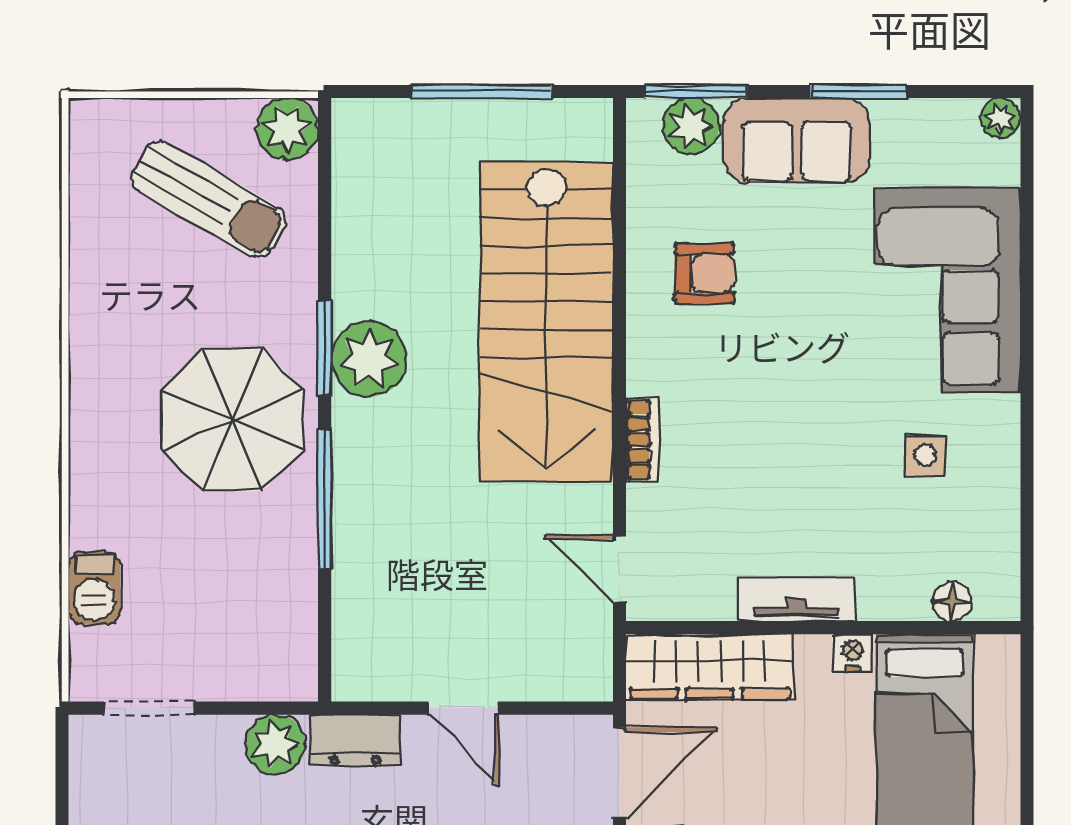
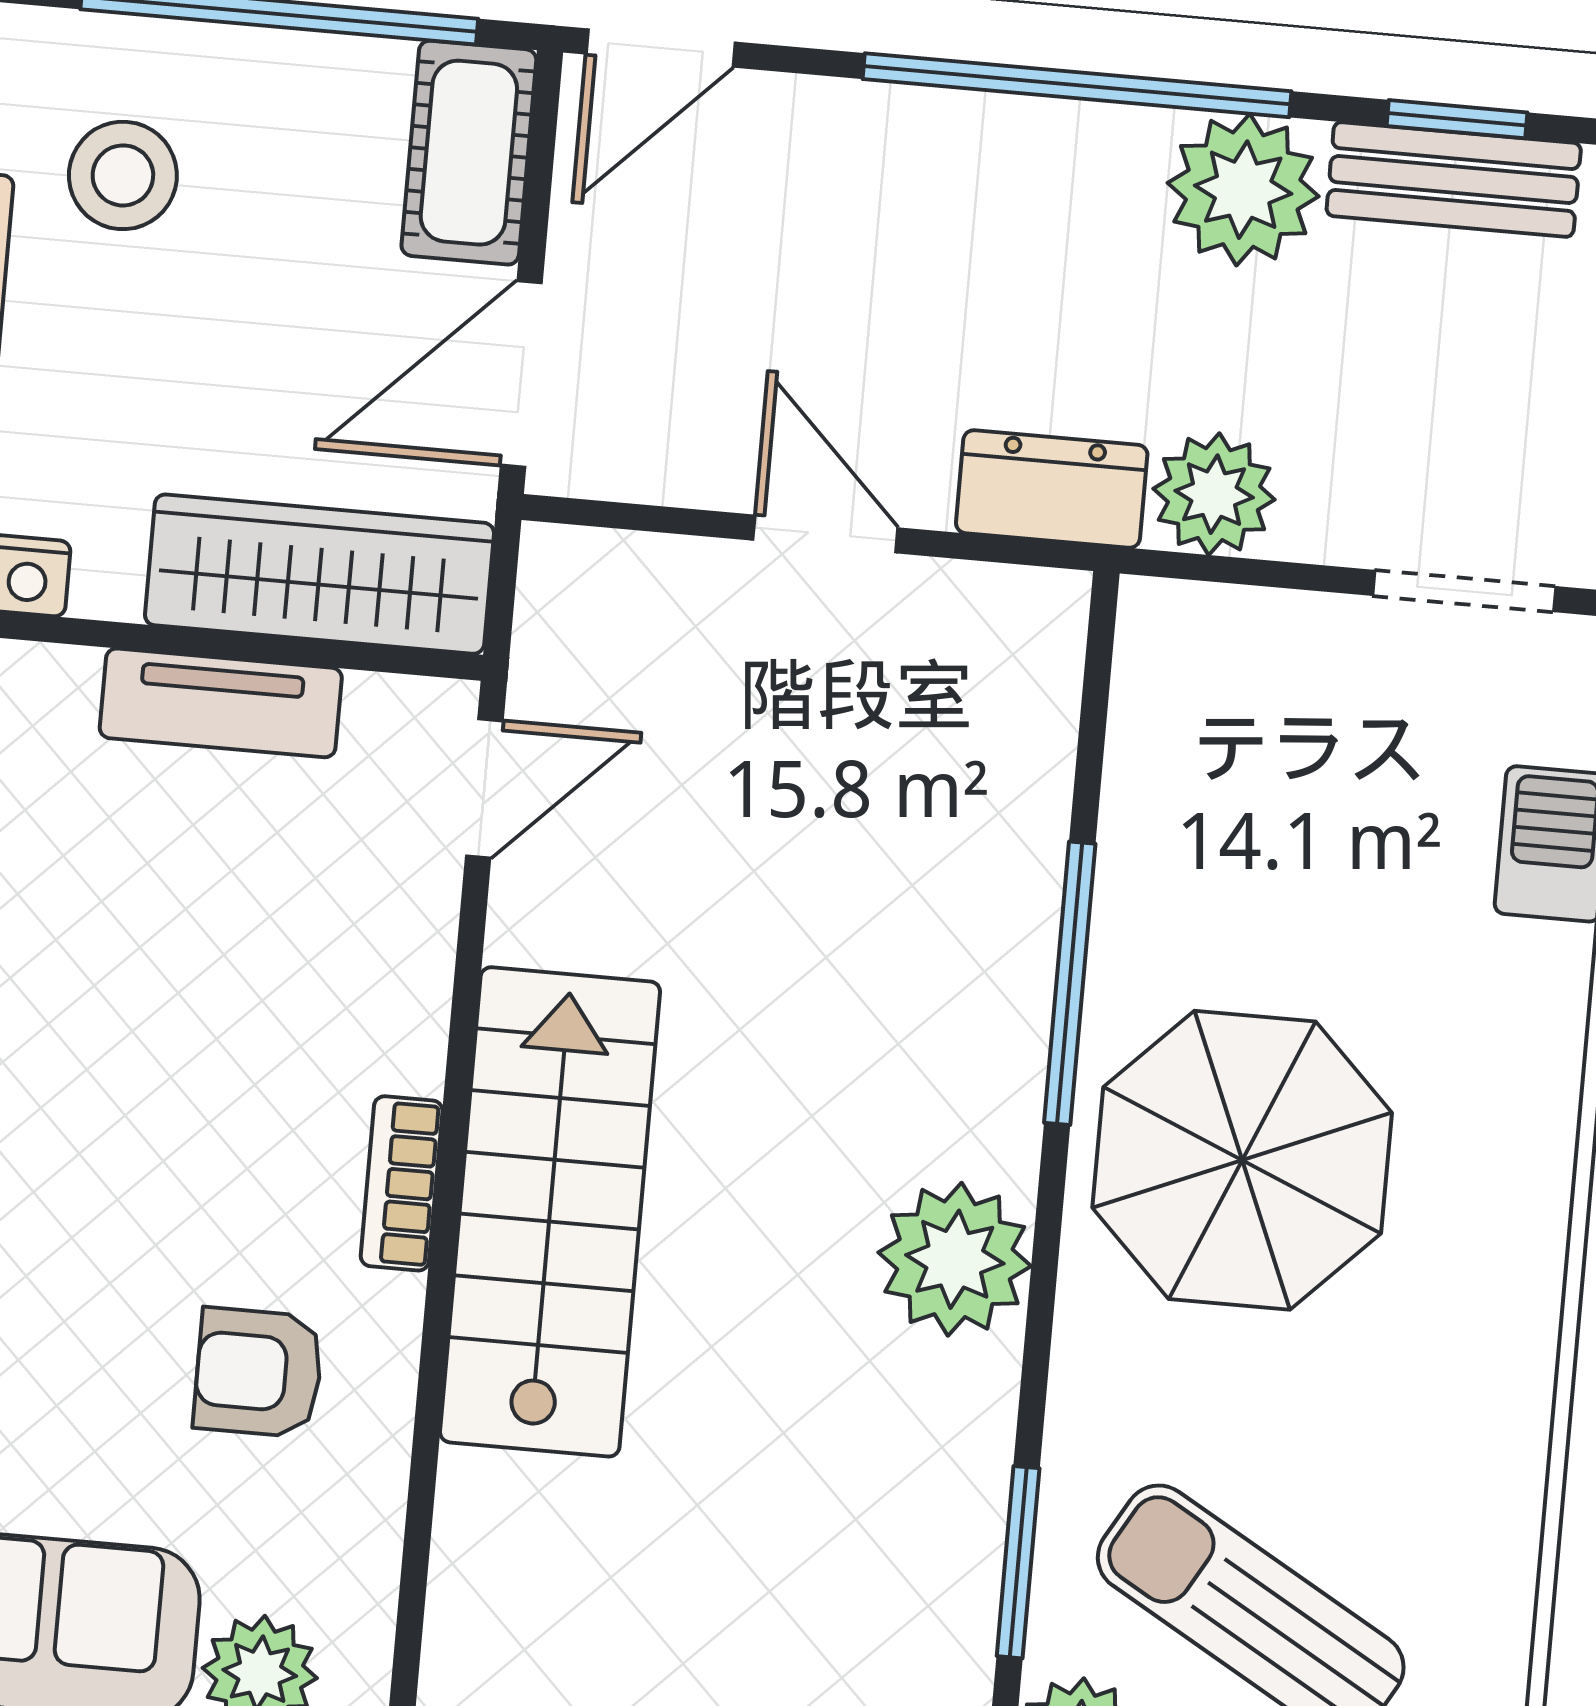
stairs: (547, 322) -> (550, 1212), width x0.73, depth x0.66
window: (325, 348) -> (1018, 1562), moved
bookcase: (643, 440) -> (402, 1183), moved
door: (620, 569) -> (484, 788), hinge flipped
tv unit: (797, 599) -> (221, 703), moved

